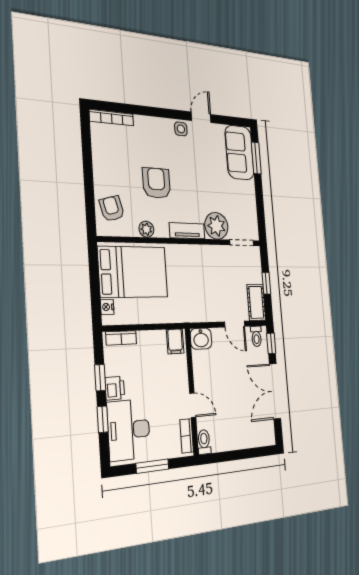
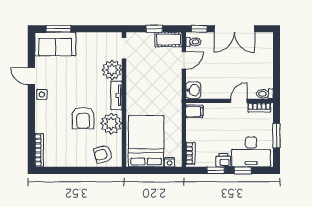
armchair: (156, 183) -> (83, 118), turned -90
plant: (146, 229) -> (111, 124), width x1.88, depth x1.88

